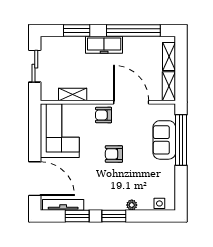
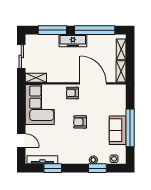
window: (77, 31) -> (52, 30), width x1.44
shelving: (73, 95) -> (36, 78), moved
sofa: (164, 140) -> (118, 130), moved
window: (181, 140) -> (130, 128), moved
door: (35, 179) -> (21, 140), width x0.53
window: (114, 216) -> (97, 168), moved

